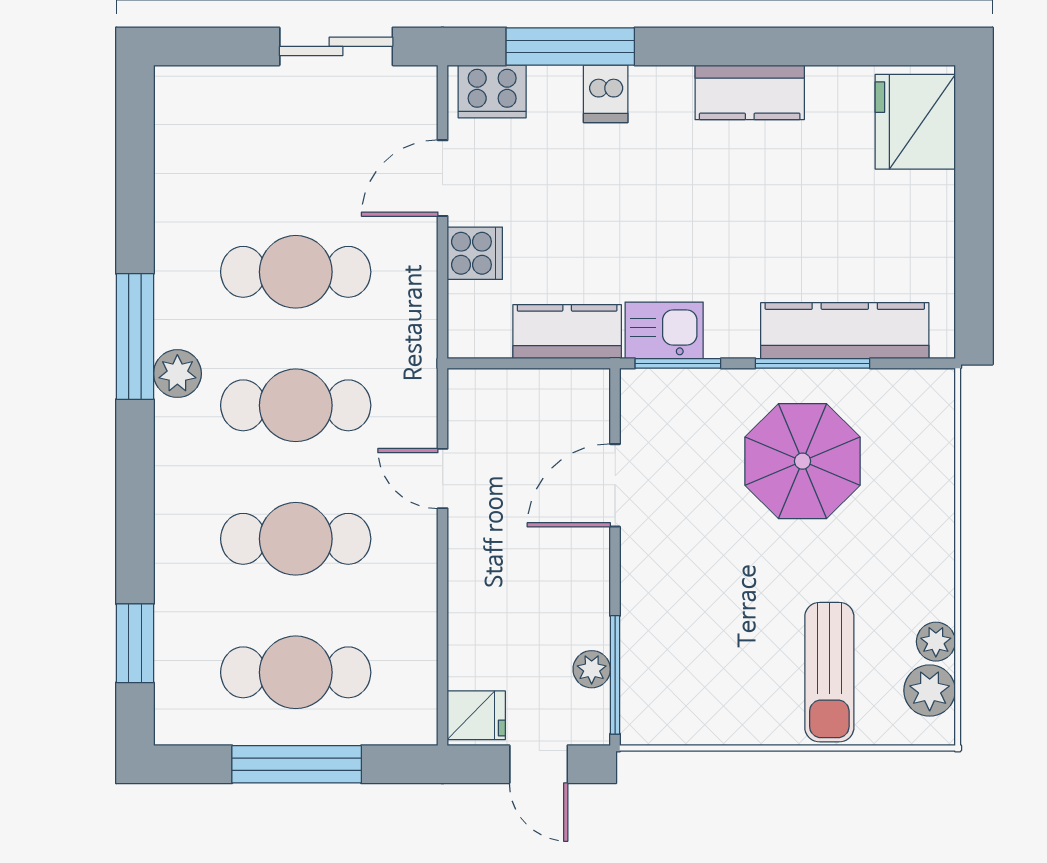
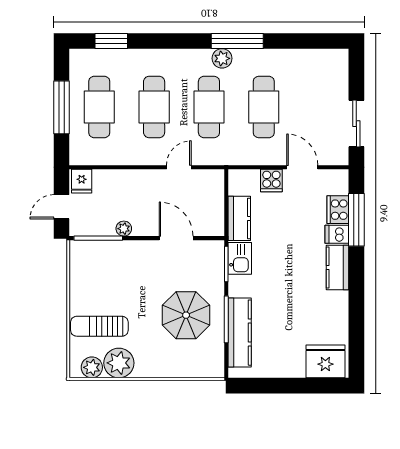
cooker: (492, 91) -> (338, 210), moved
kitchen counter: (750, 92) -> (338, 267), moved
plant: (936, 642) -> (119, 363), width x1.87, depth x1.87
plant: (592, 669) -> (124, 229), moved

